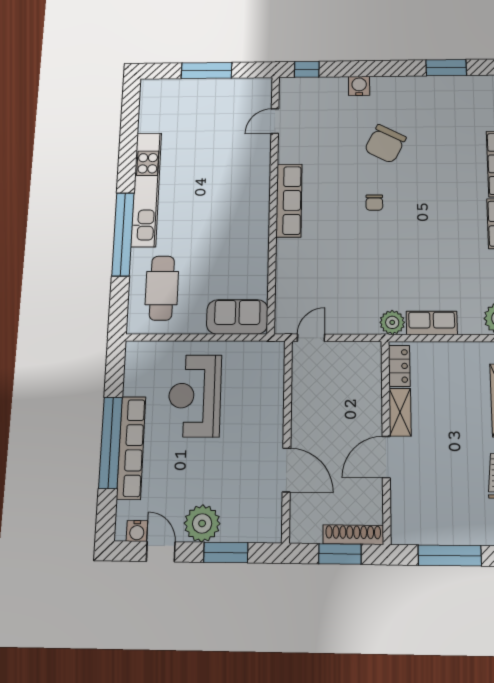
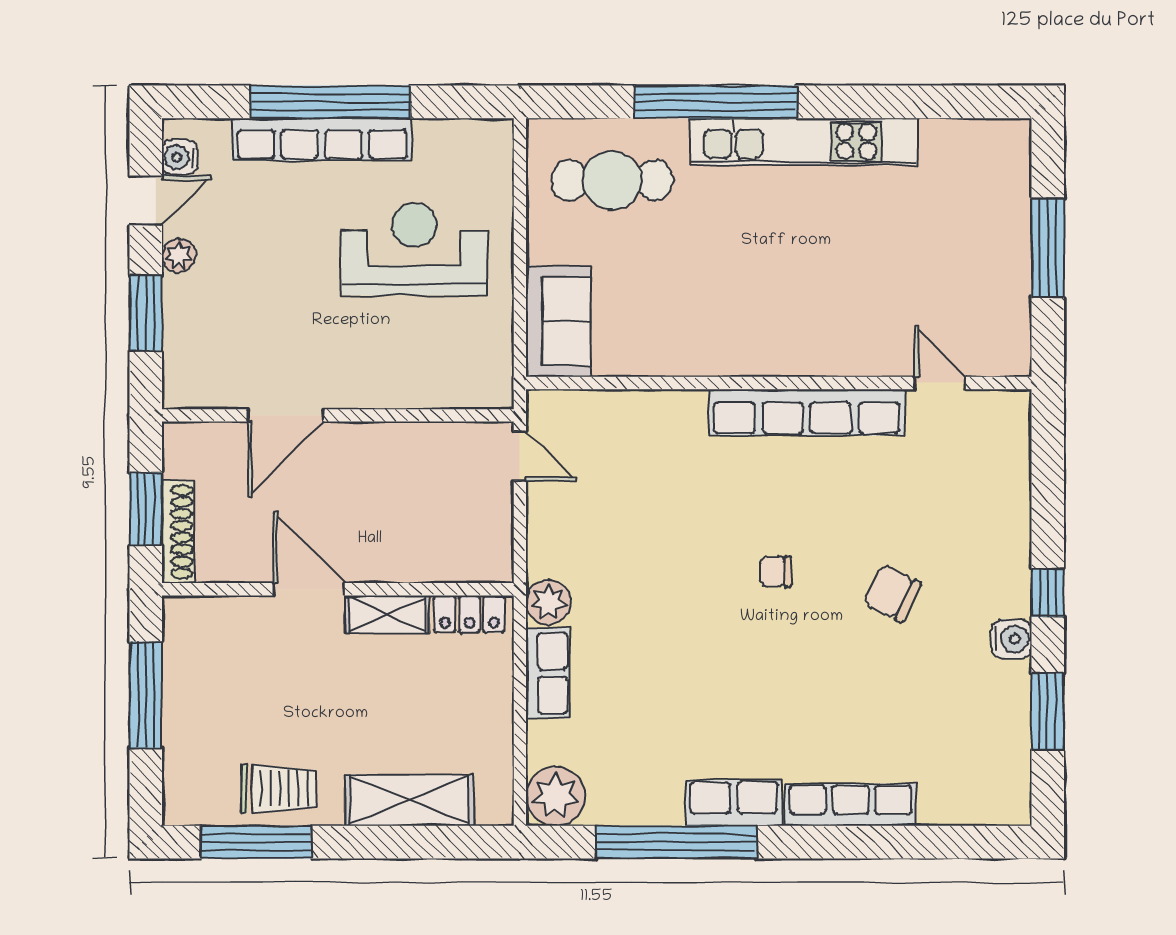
window: (307, 69) -> (1048, 593), moved
water cooler: (359, 86) -> (1011, 639), moved
chair: (385, 144) -> (892, 593), width x0.73, depth x0.73
row of seats: (289, 200) -> (807, 412), width x1.36
plant: (202, 523) -> (179, 256), width x0.53, depth x0.53

